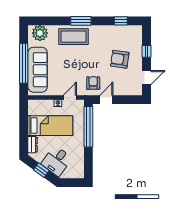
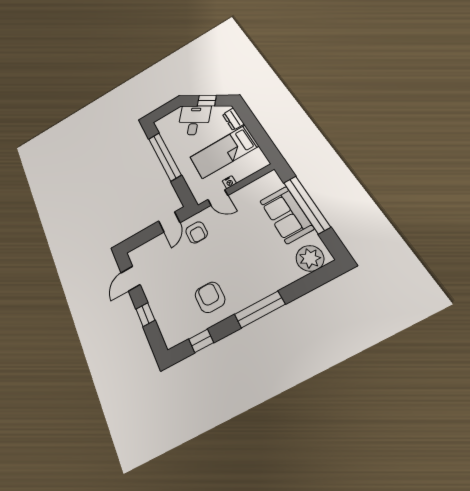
window: (81, 21) -> (260, 309), width x1.44
coffee table: (74, 37) -> (257, 280), removed
armchair: (120, 59) -> (210, 297), moved, turned -98
sofa: (38, 70) -> (287, 215), width x0.73
door: (70, 97) -> (218, 198), hinge flipped
window: (88, 127) -> (165, 157), moved

